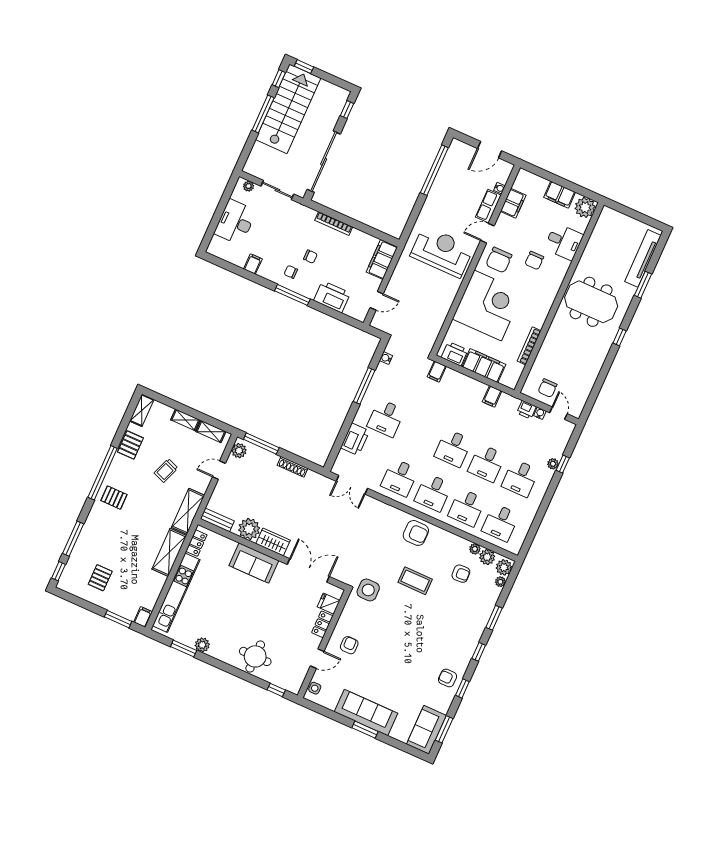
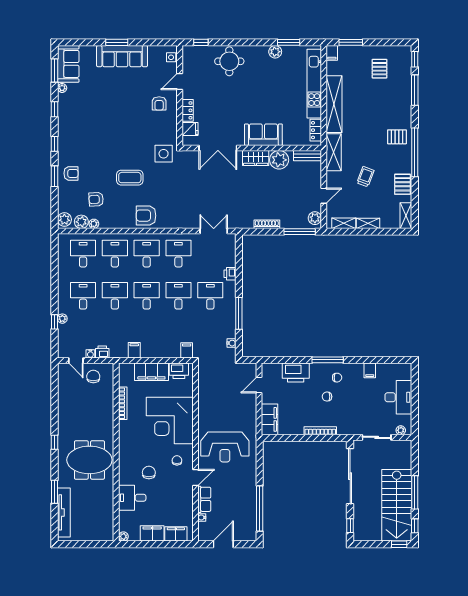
filing cabinet: (513, 203) -> (176, 534), moved, turned 90
plant: (585, 207) -> (123, 536), width x0.53, depth x0.53
chair: (499, 260) -> (177, 460), width x0.54, depth x0.54
desk: (420, 433) -> (178, 296), added
printer: (355, 439) -> (230, 274), width x0.53, depth x0.68
shelving: (169, 552) -> (334, 104), width x1.47
plant: (500, 582) -> (62, 88), moved
armchair: (448, 678) -> (71, 173), moved

